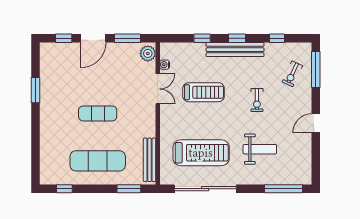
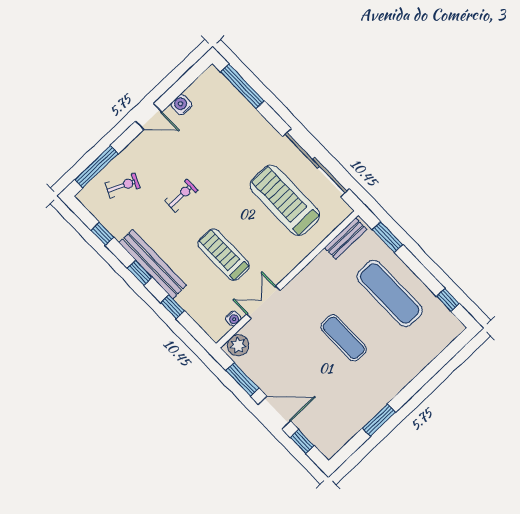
water cooler: (305, 147) -> (181, 105), added
weight bench: (260, 149) -> (226, 147), removed
bench: (150, 160) -> (346, 239), width x0.73

